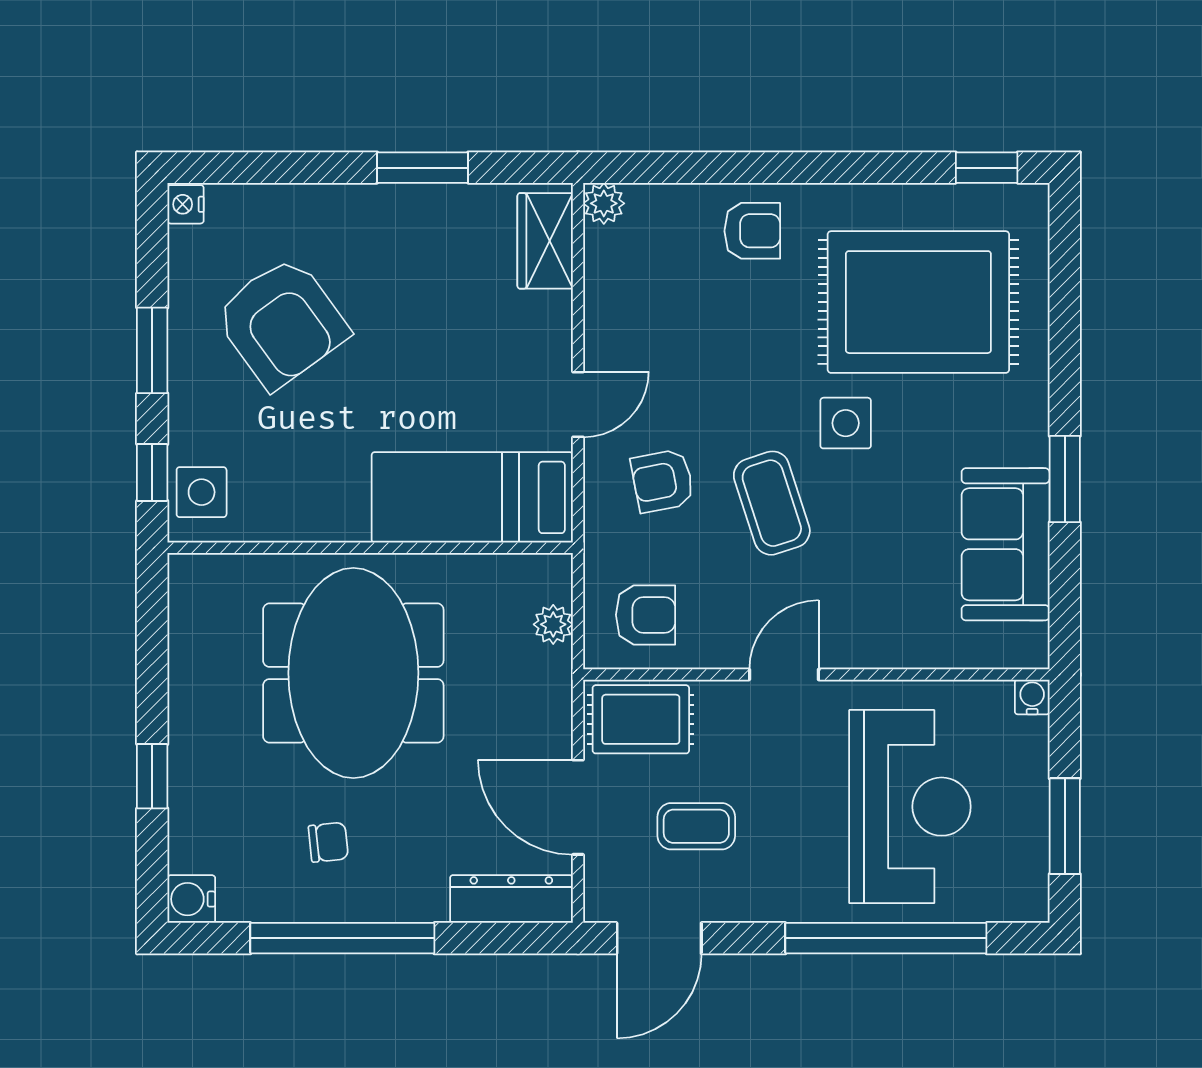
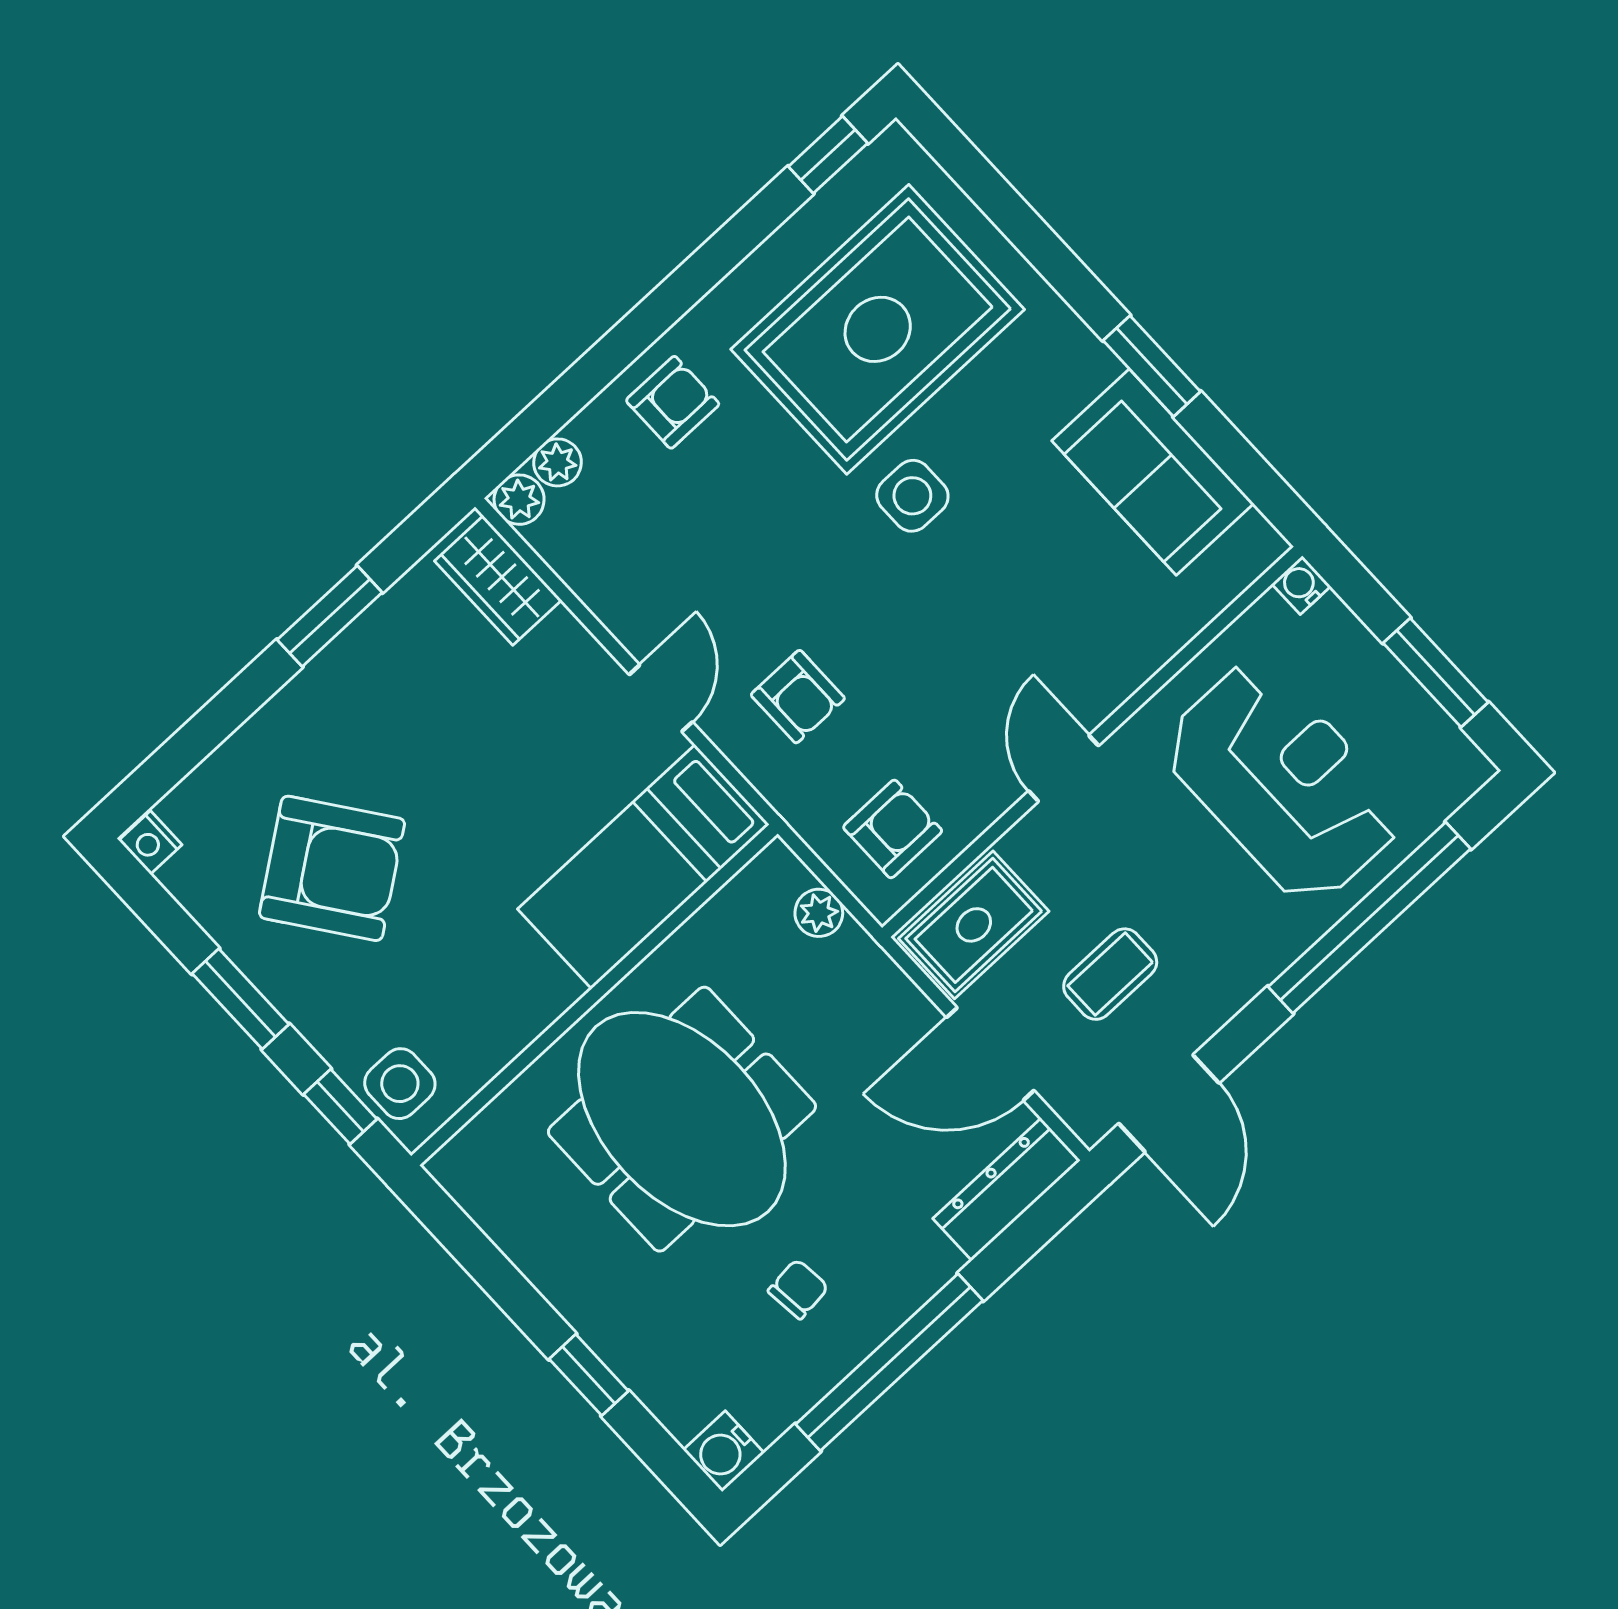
plant: (648, 202) -> (558, 462), added
armchair: (662, 481) -> (798, 697), turned -79
coffee table: (772, 503) -> (913, 627), removed

